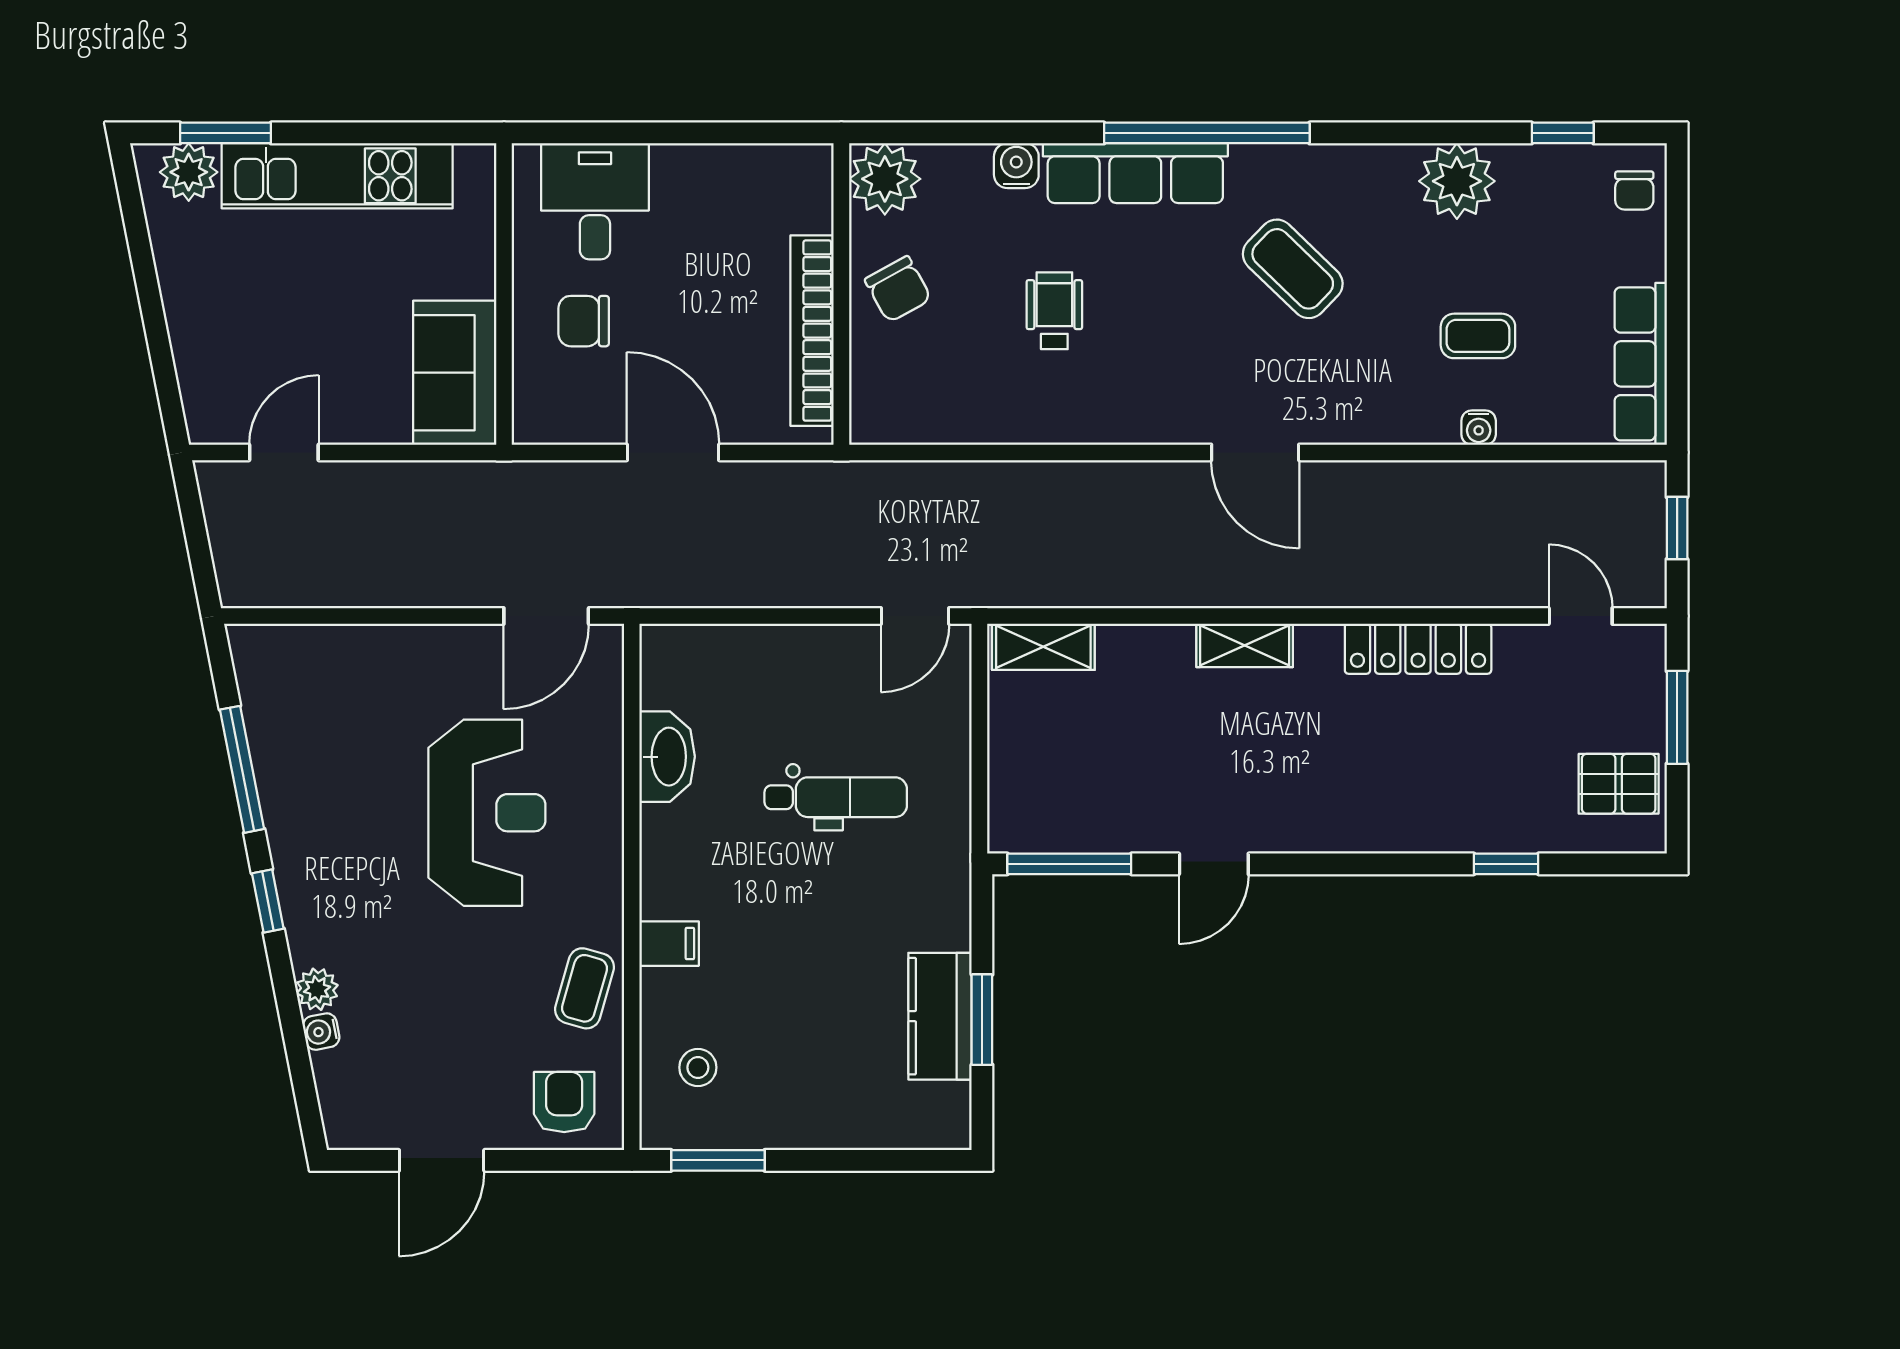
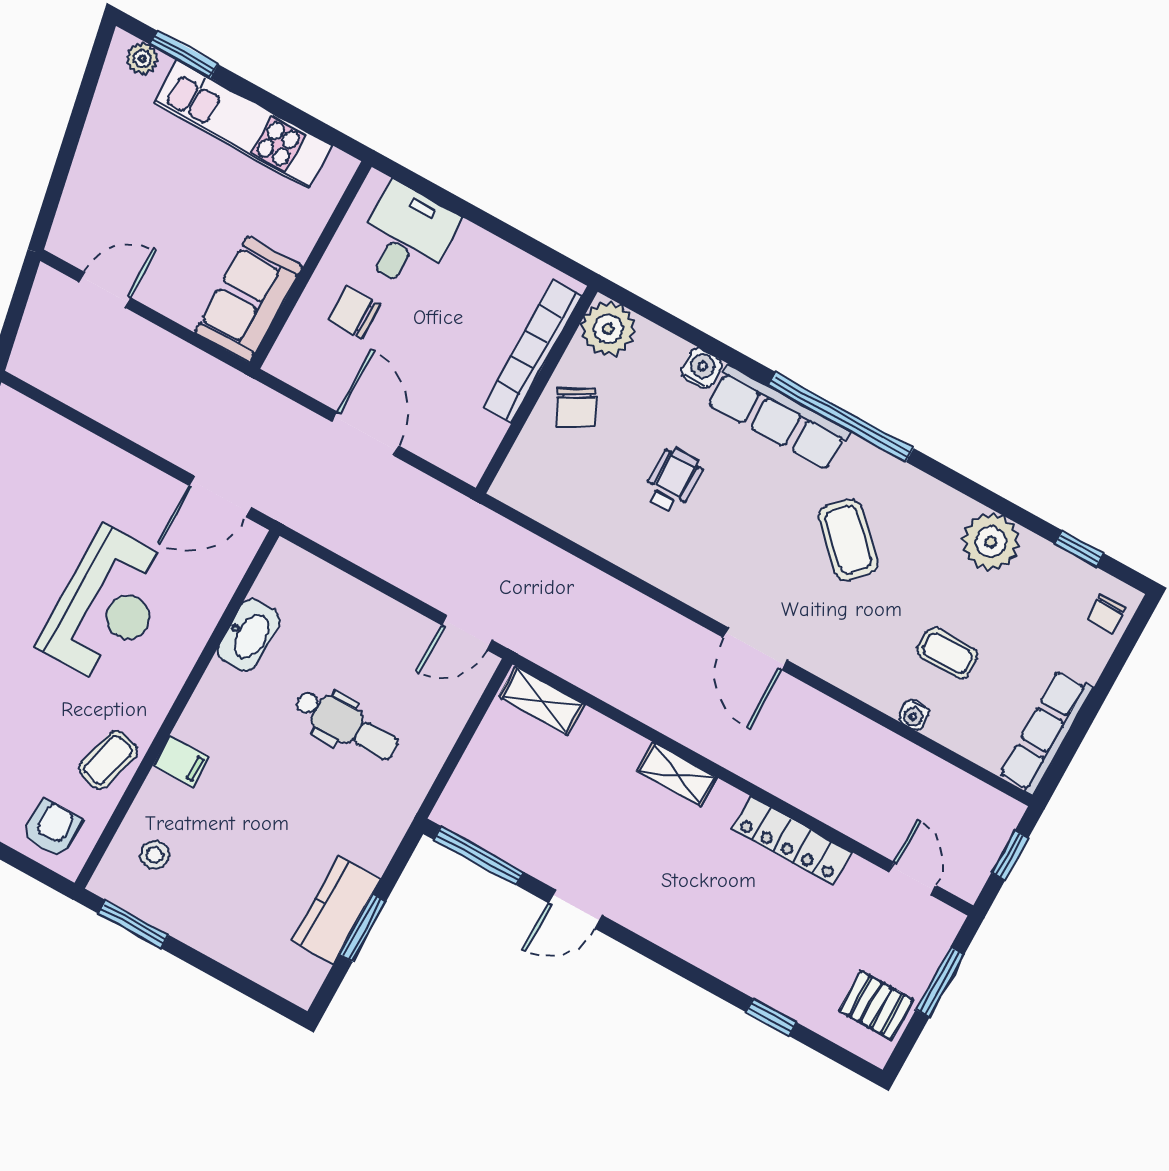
plant: (189, 172) -> (142, 59), width x0.73, depth x0.73
bookcase: (812, 331) -> (532, 351), moved

